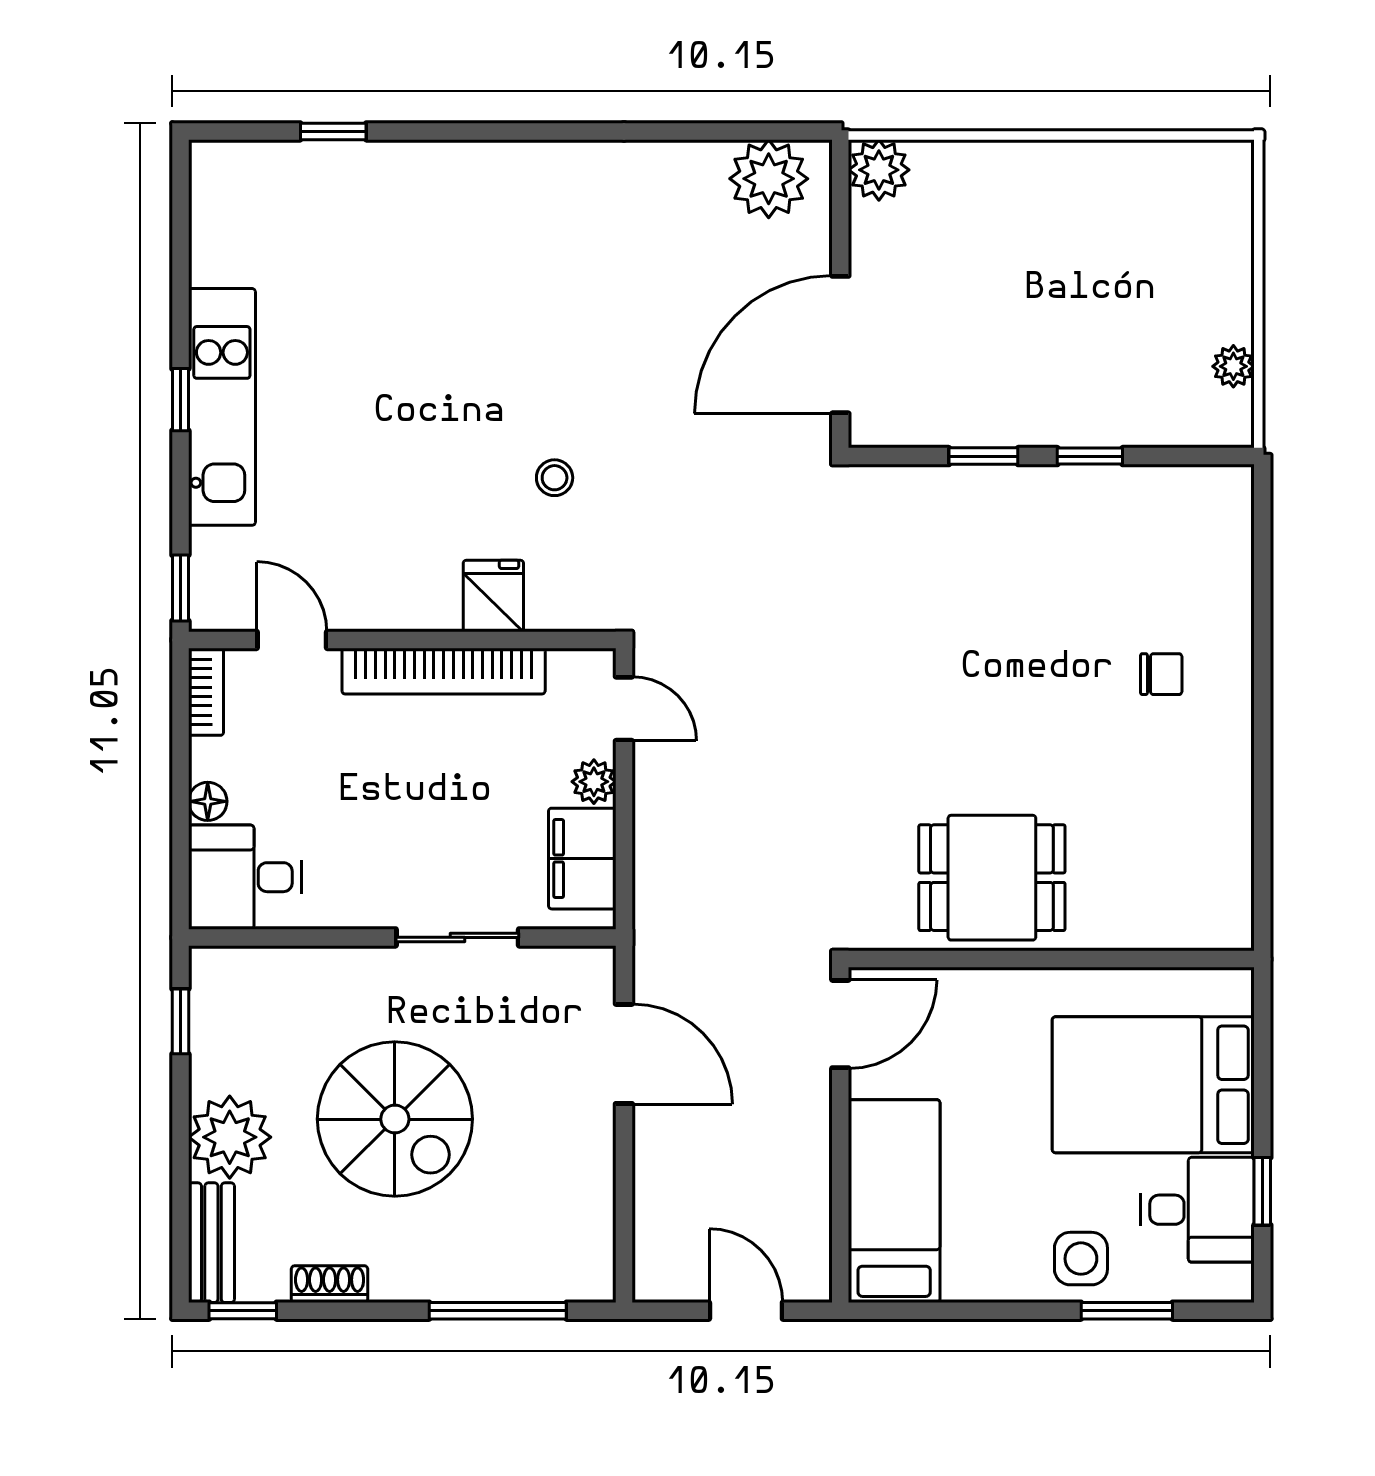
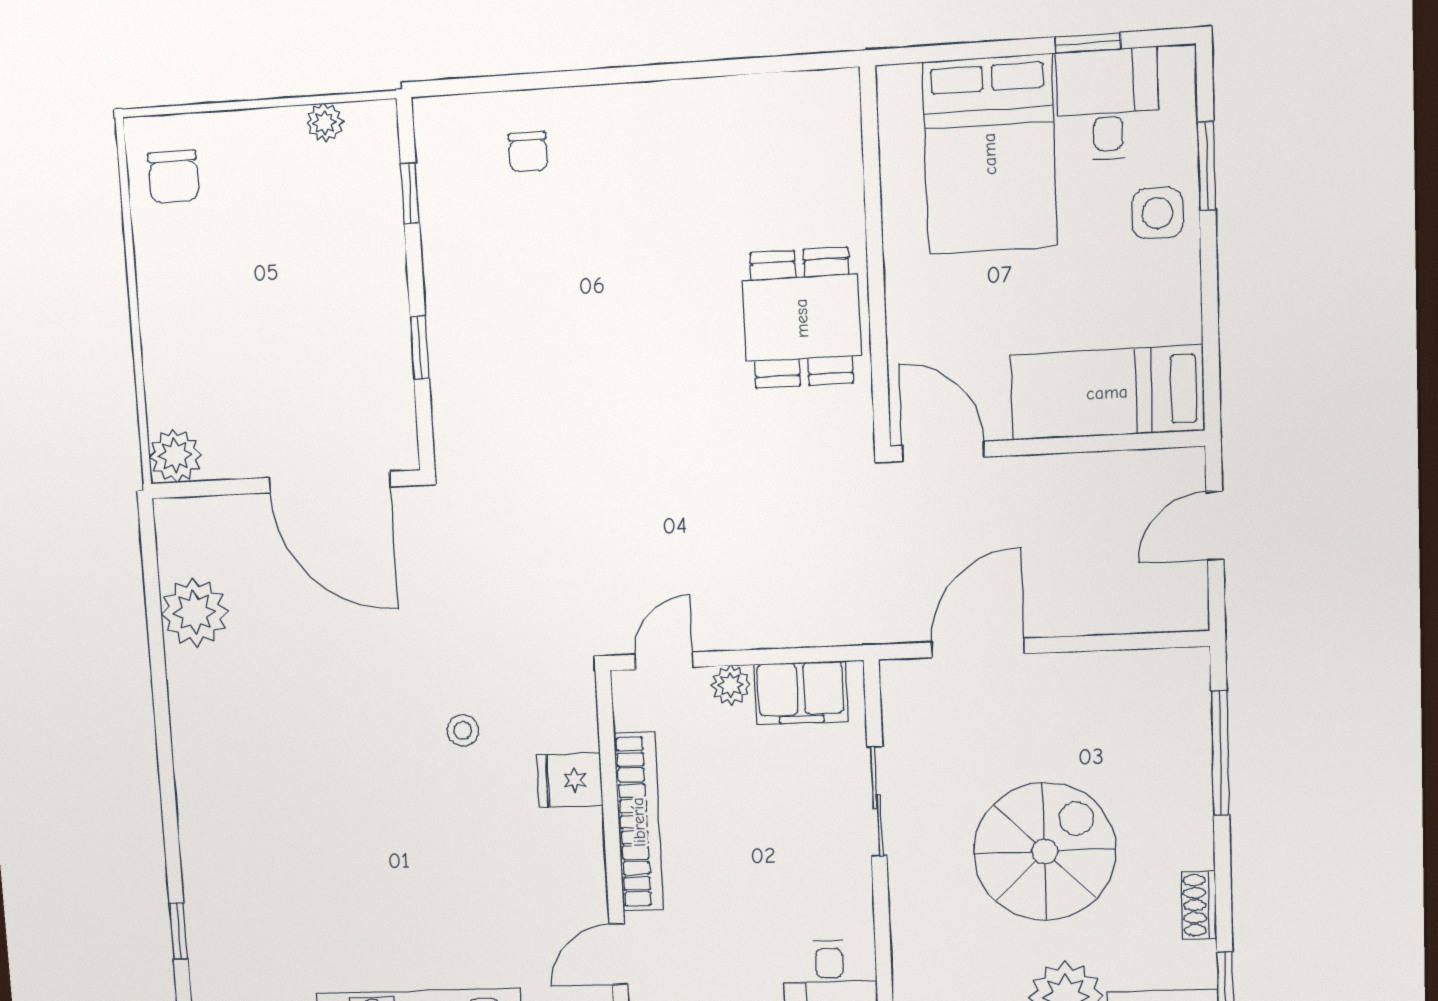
plant: (769, 179) -> (195, 612), moved
chair: (1186, 192) -> (173, 177), added
window: (1090, 456) -> (410, 193), moved
chair: (1161, 674) -> (528, 152), moved, turned 180

